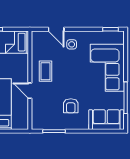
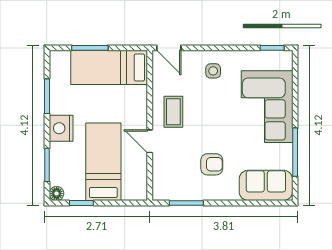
door: (56, 29) -> (169, 48), moved
armchair: (71, 106) -> (212, 164), turned -90

